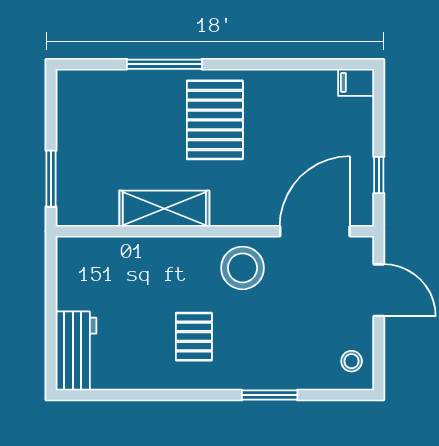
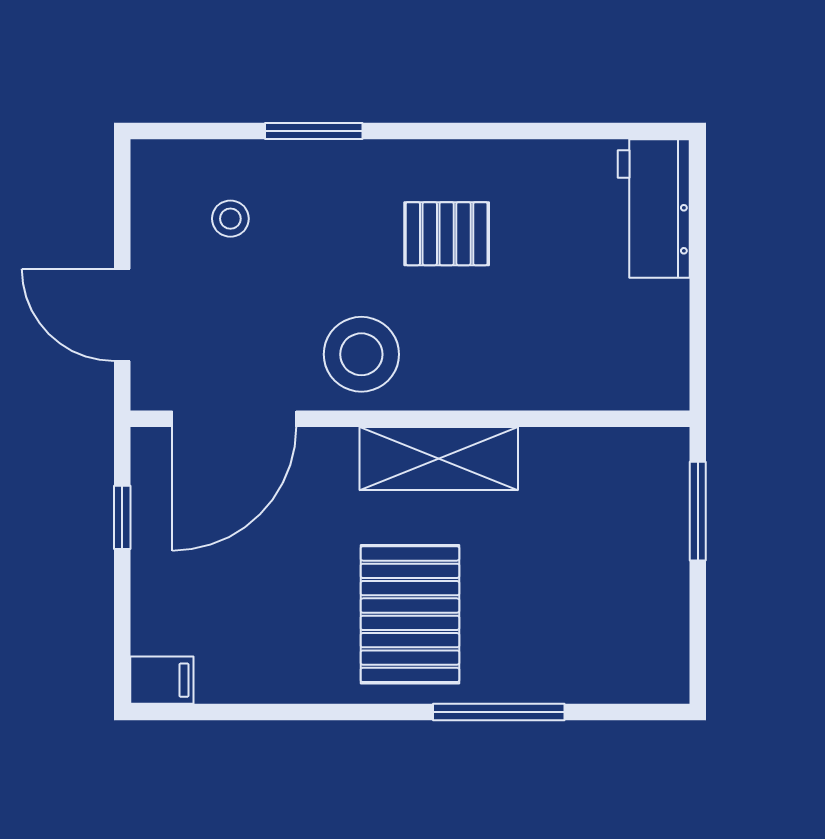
shelving: (164, 209) -> (439, 459), moved
pallet: (194, 337) -> (447, 234), turned 90
stool: (352, 361) -> (230, 219), moved

